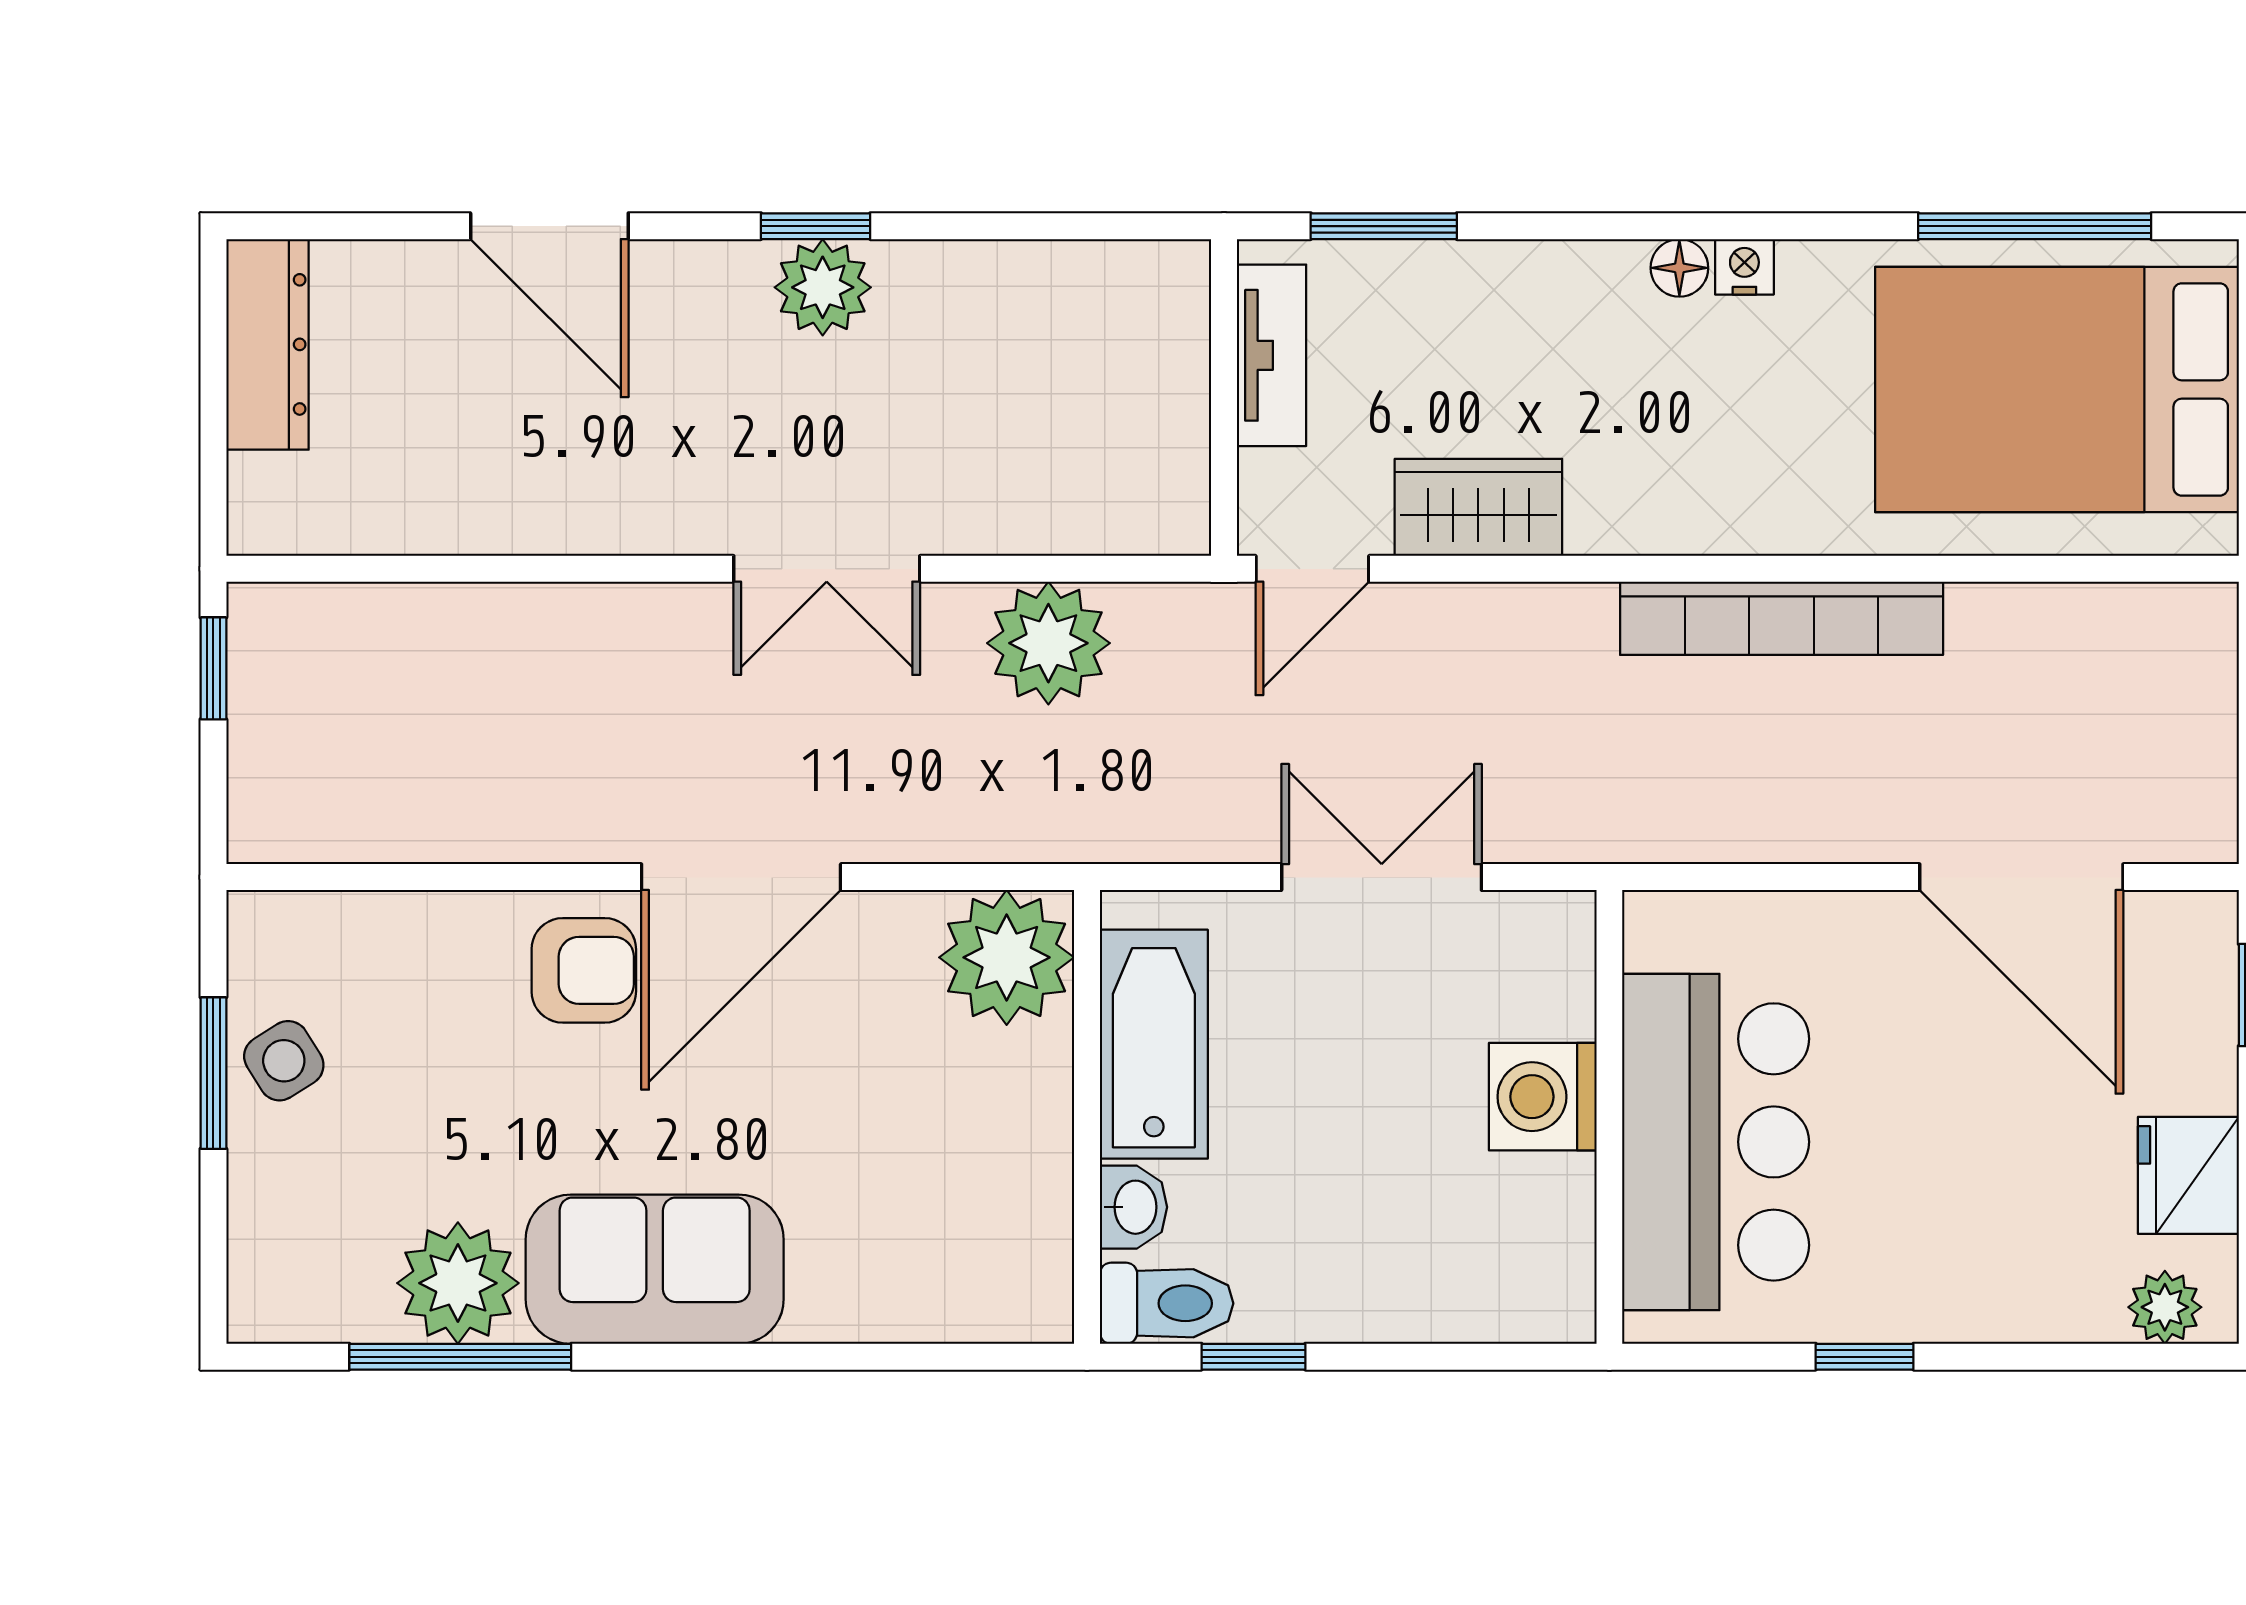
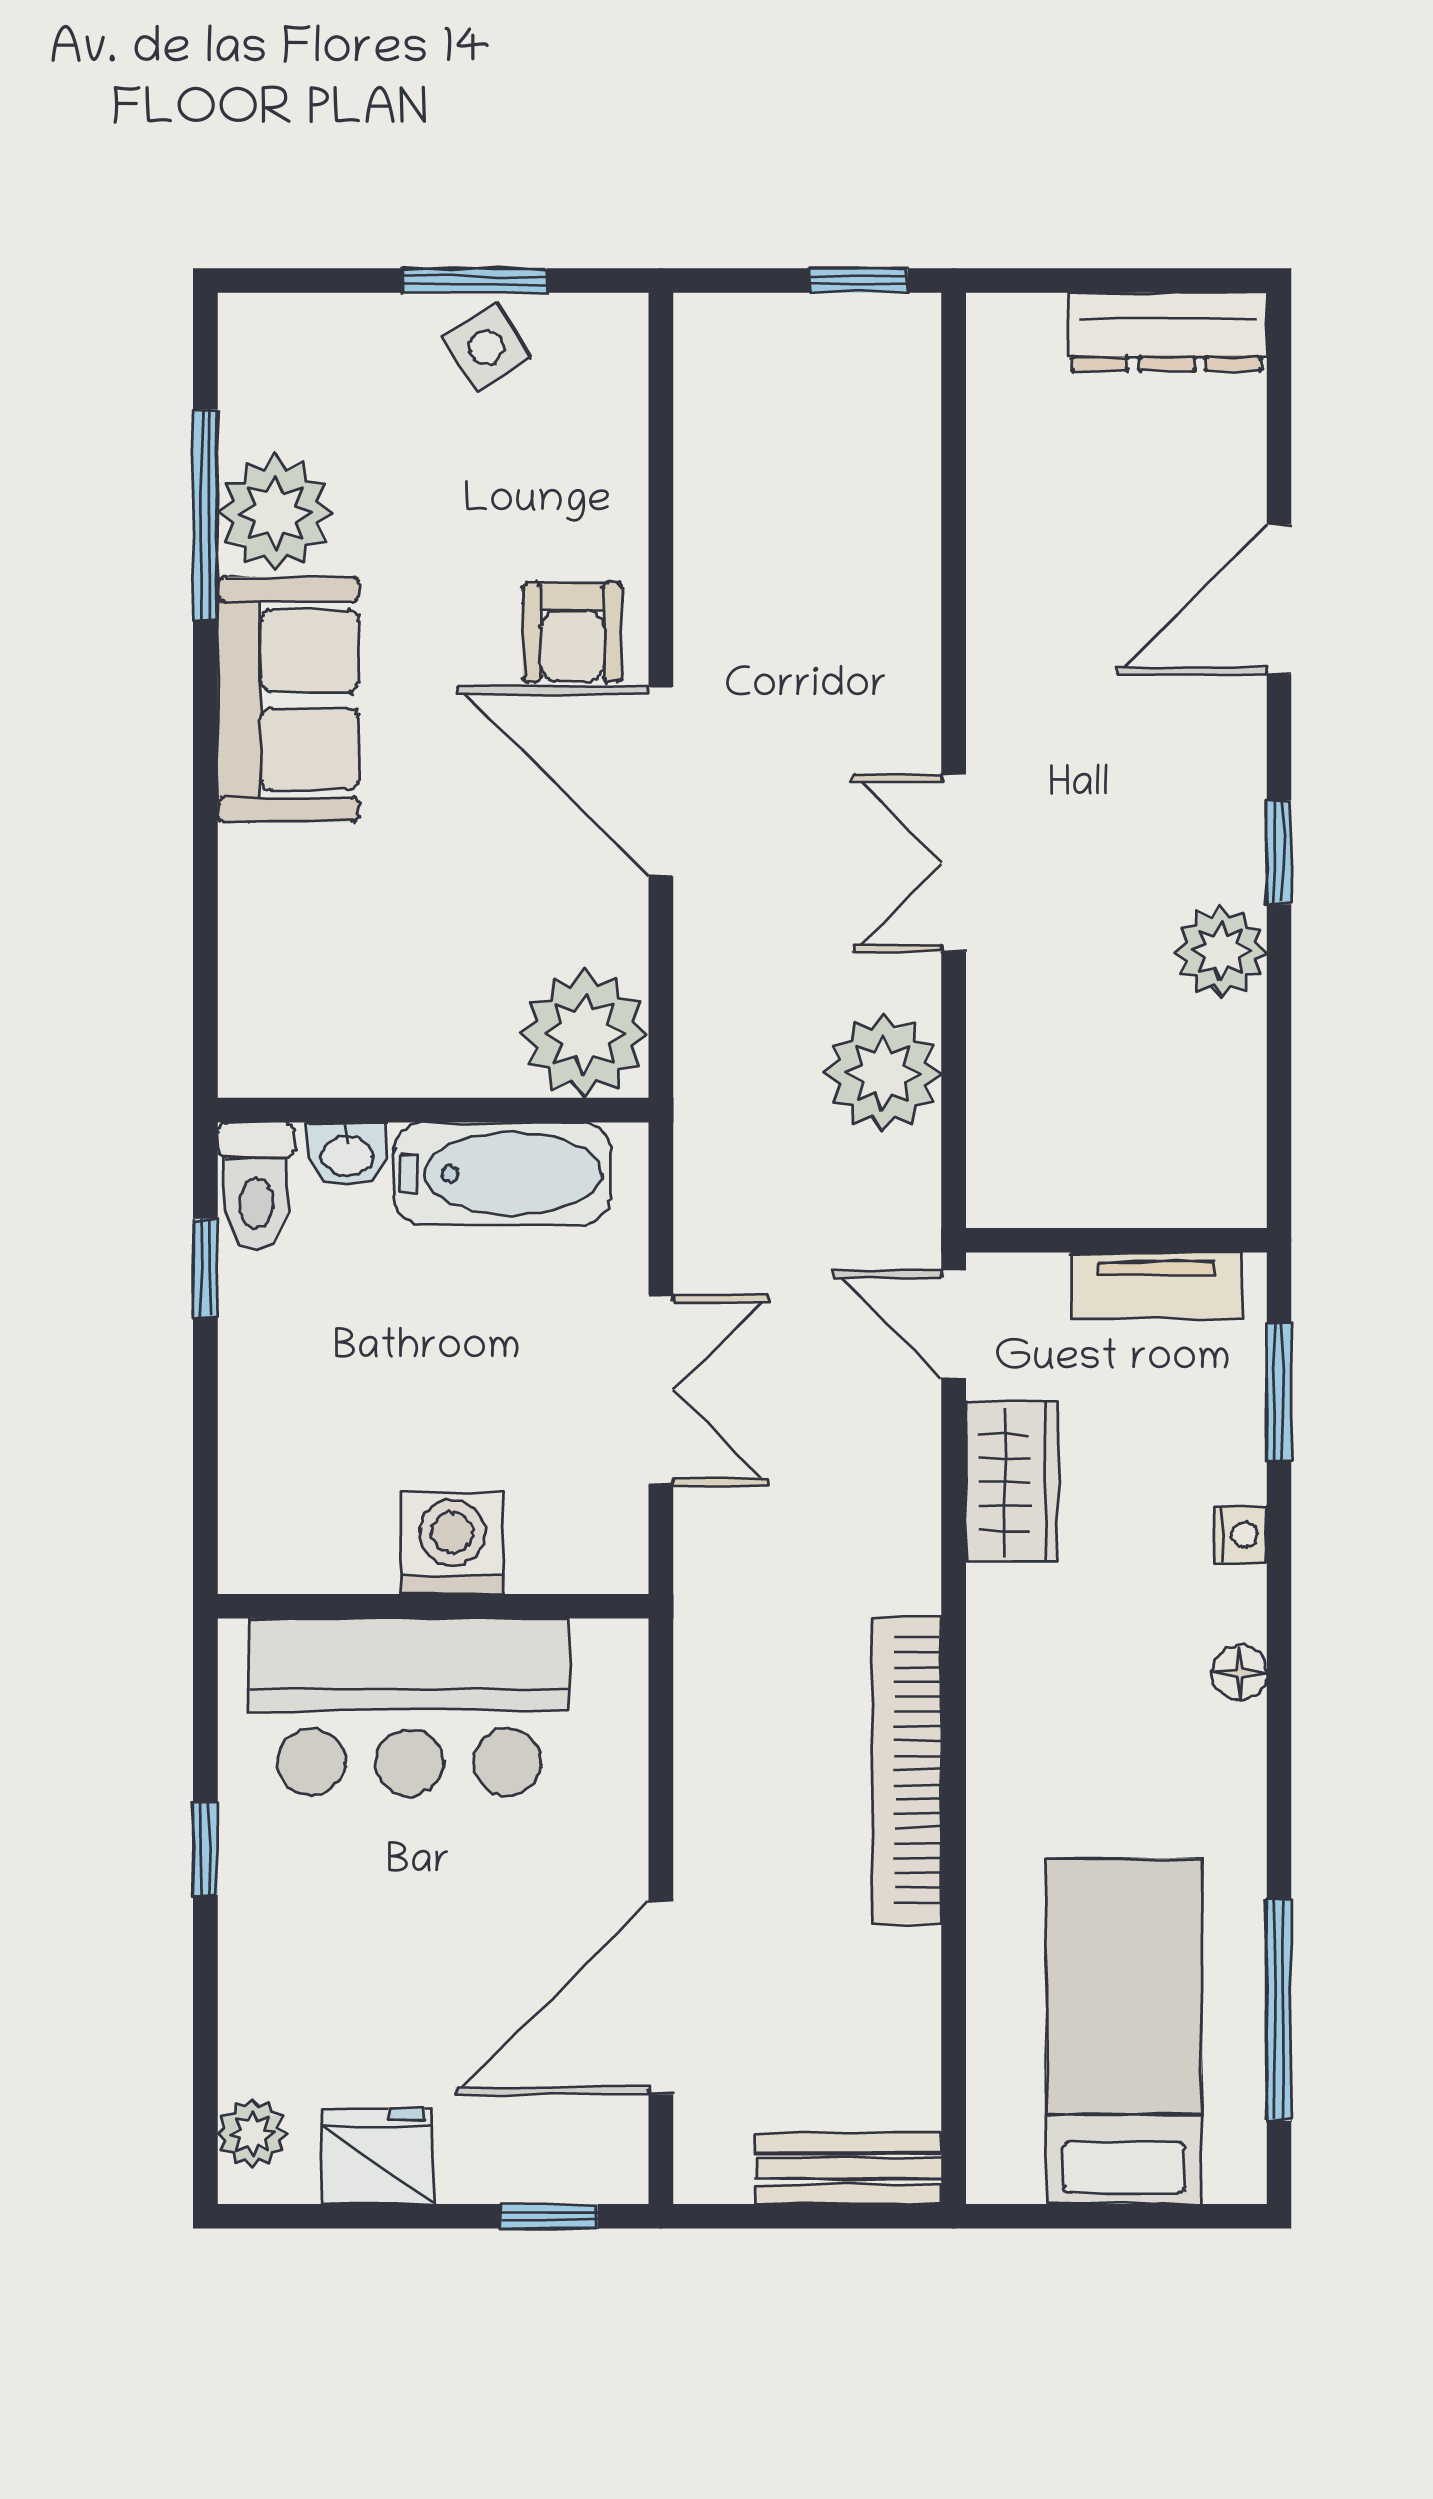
nightstand: (1744, 267) -> (1240, 1534), moved
plant: (823, 287) -> (1221, 951), moved
bed: (2057, 389) -> (1124, 2031), width x0.67
bench: (2201, 680) -> (848, 2168), added

